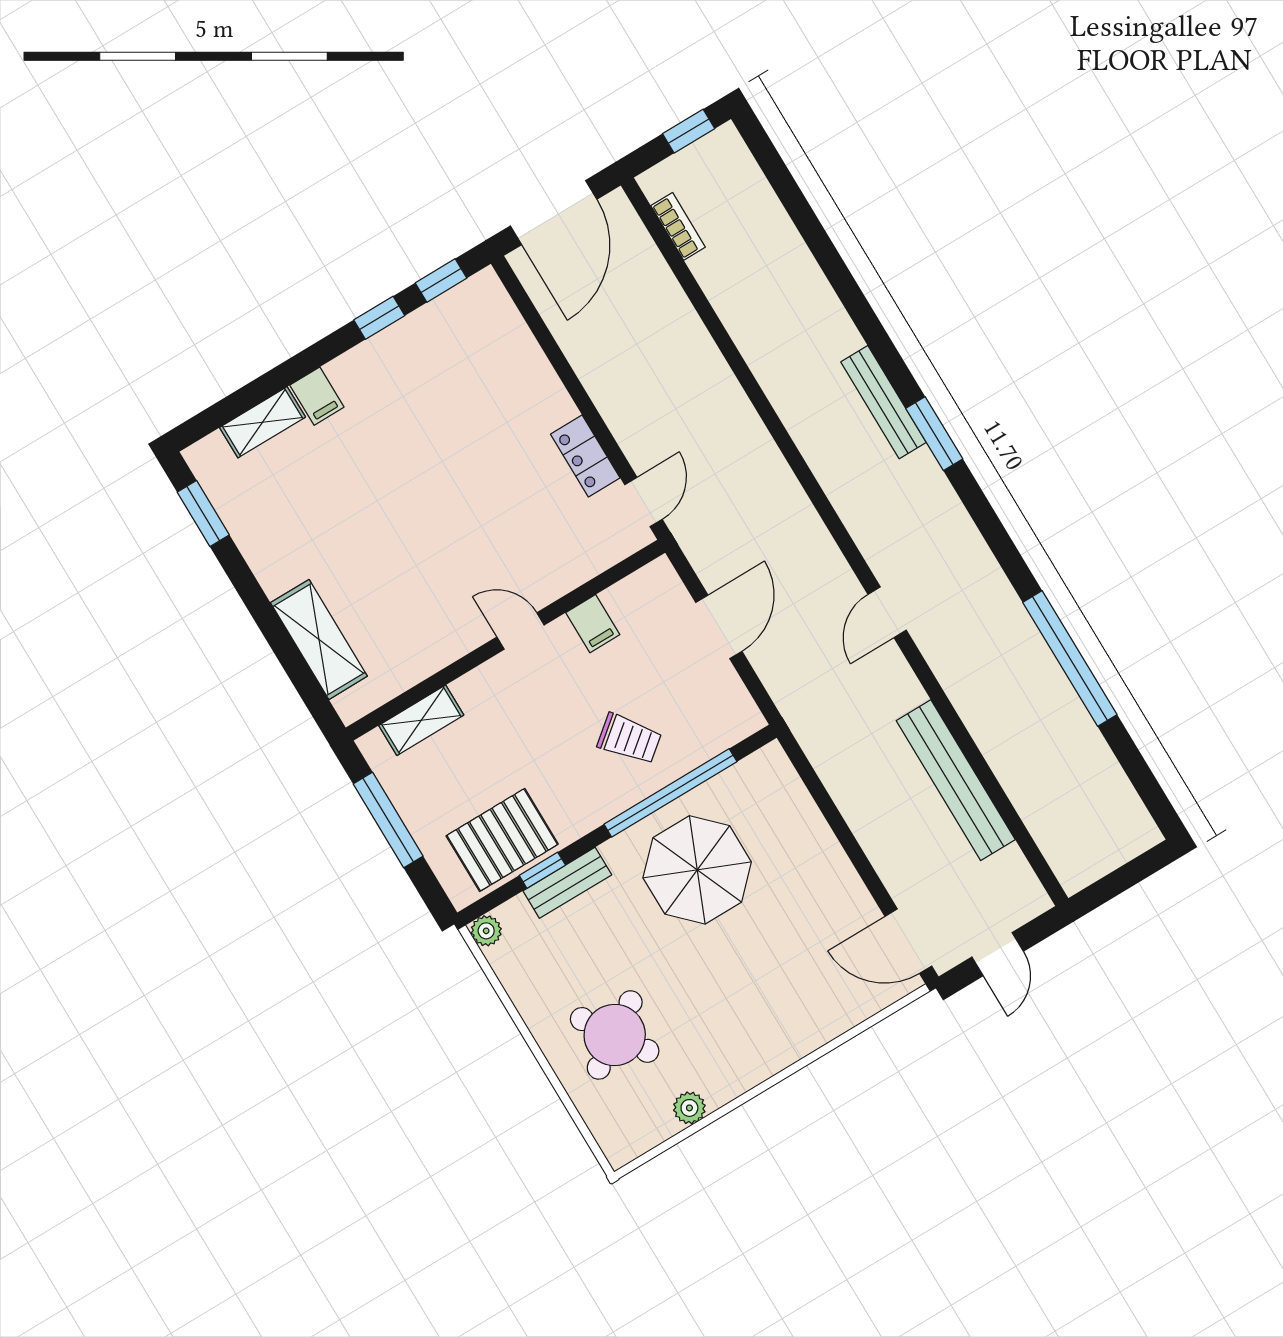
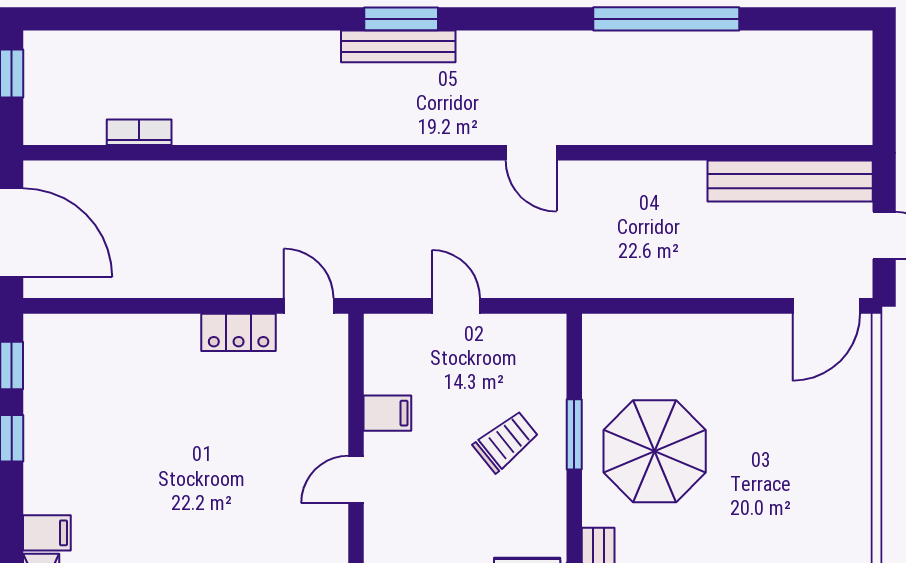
bookcase: (678, 226) -> (139, 132), moved
bench: (883, 402) -> (398, 46), moved
door: (719, 627) -> (456, 306), width x0.73
bench: (956, 780) -> (790, 181), moved
window: (670, 793) -> (574, 434), width x0.47

